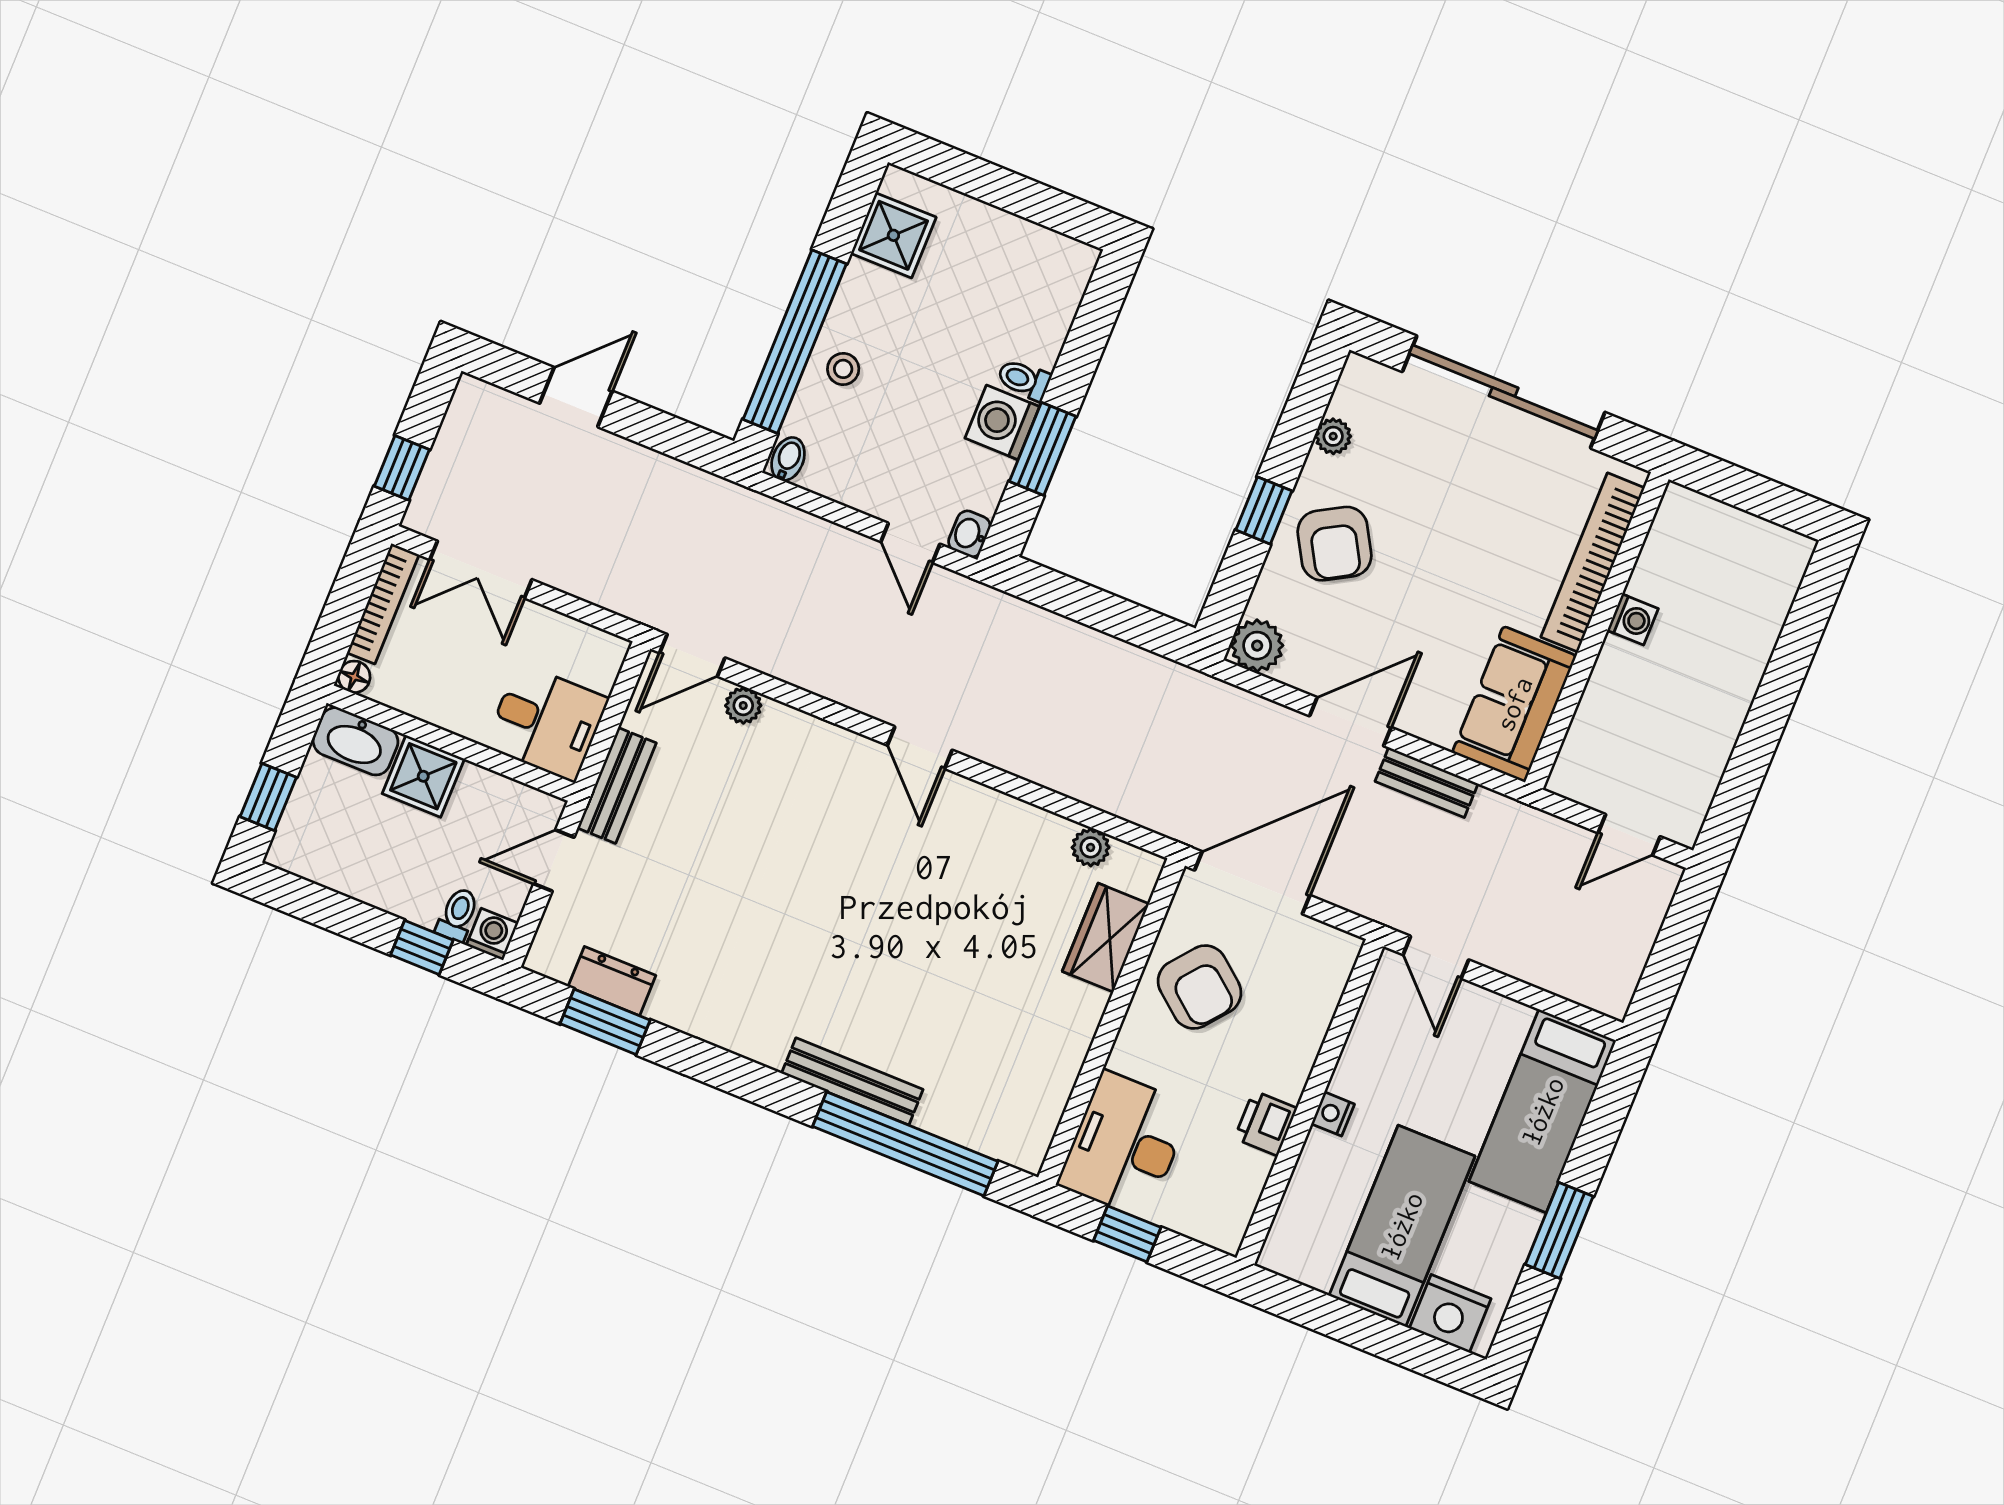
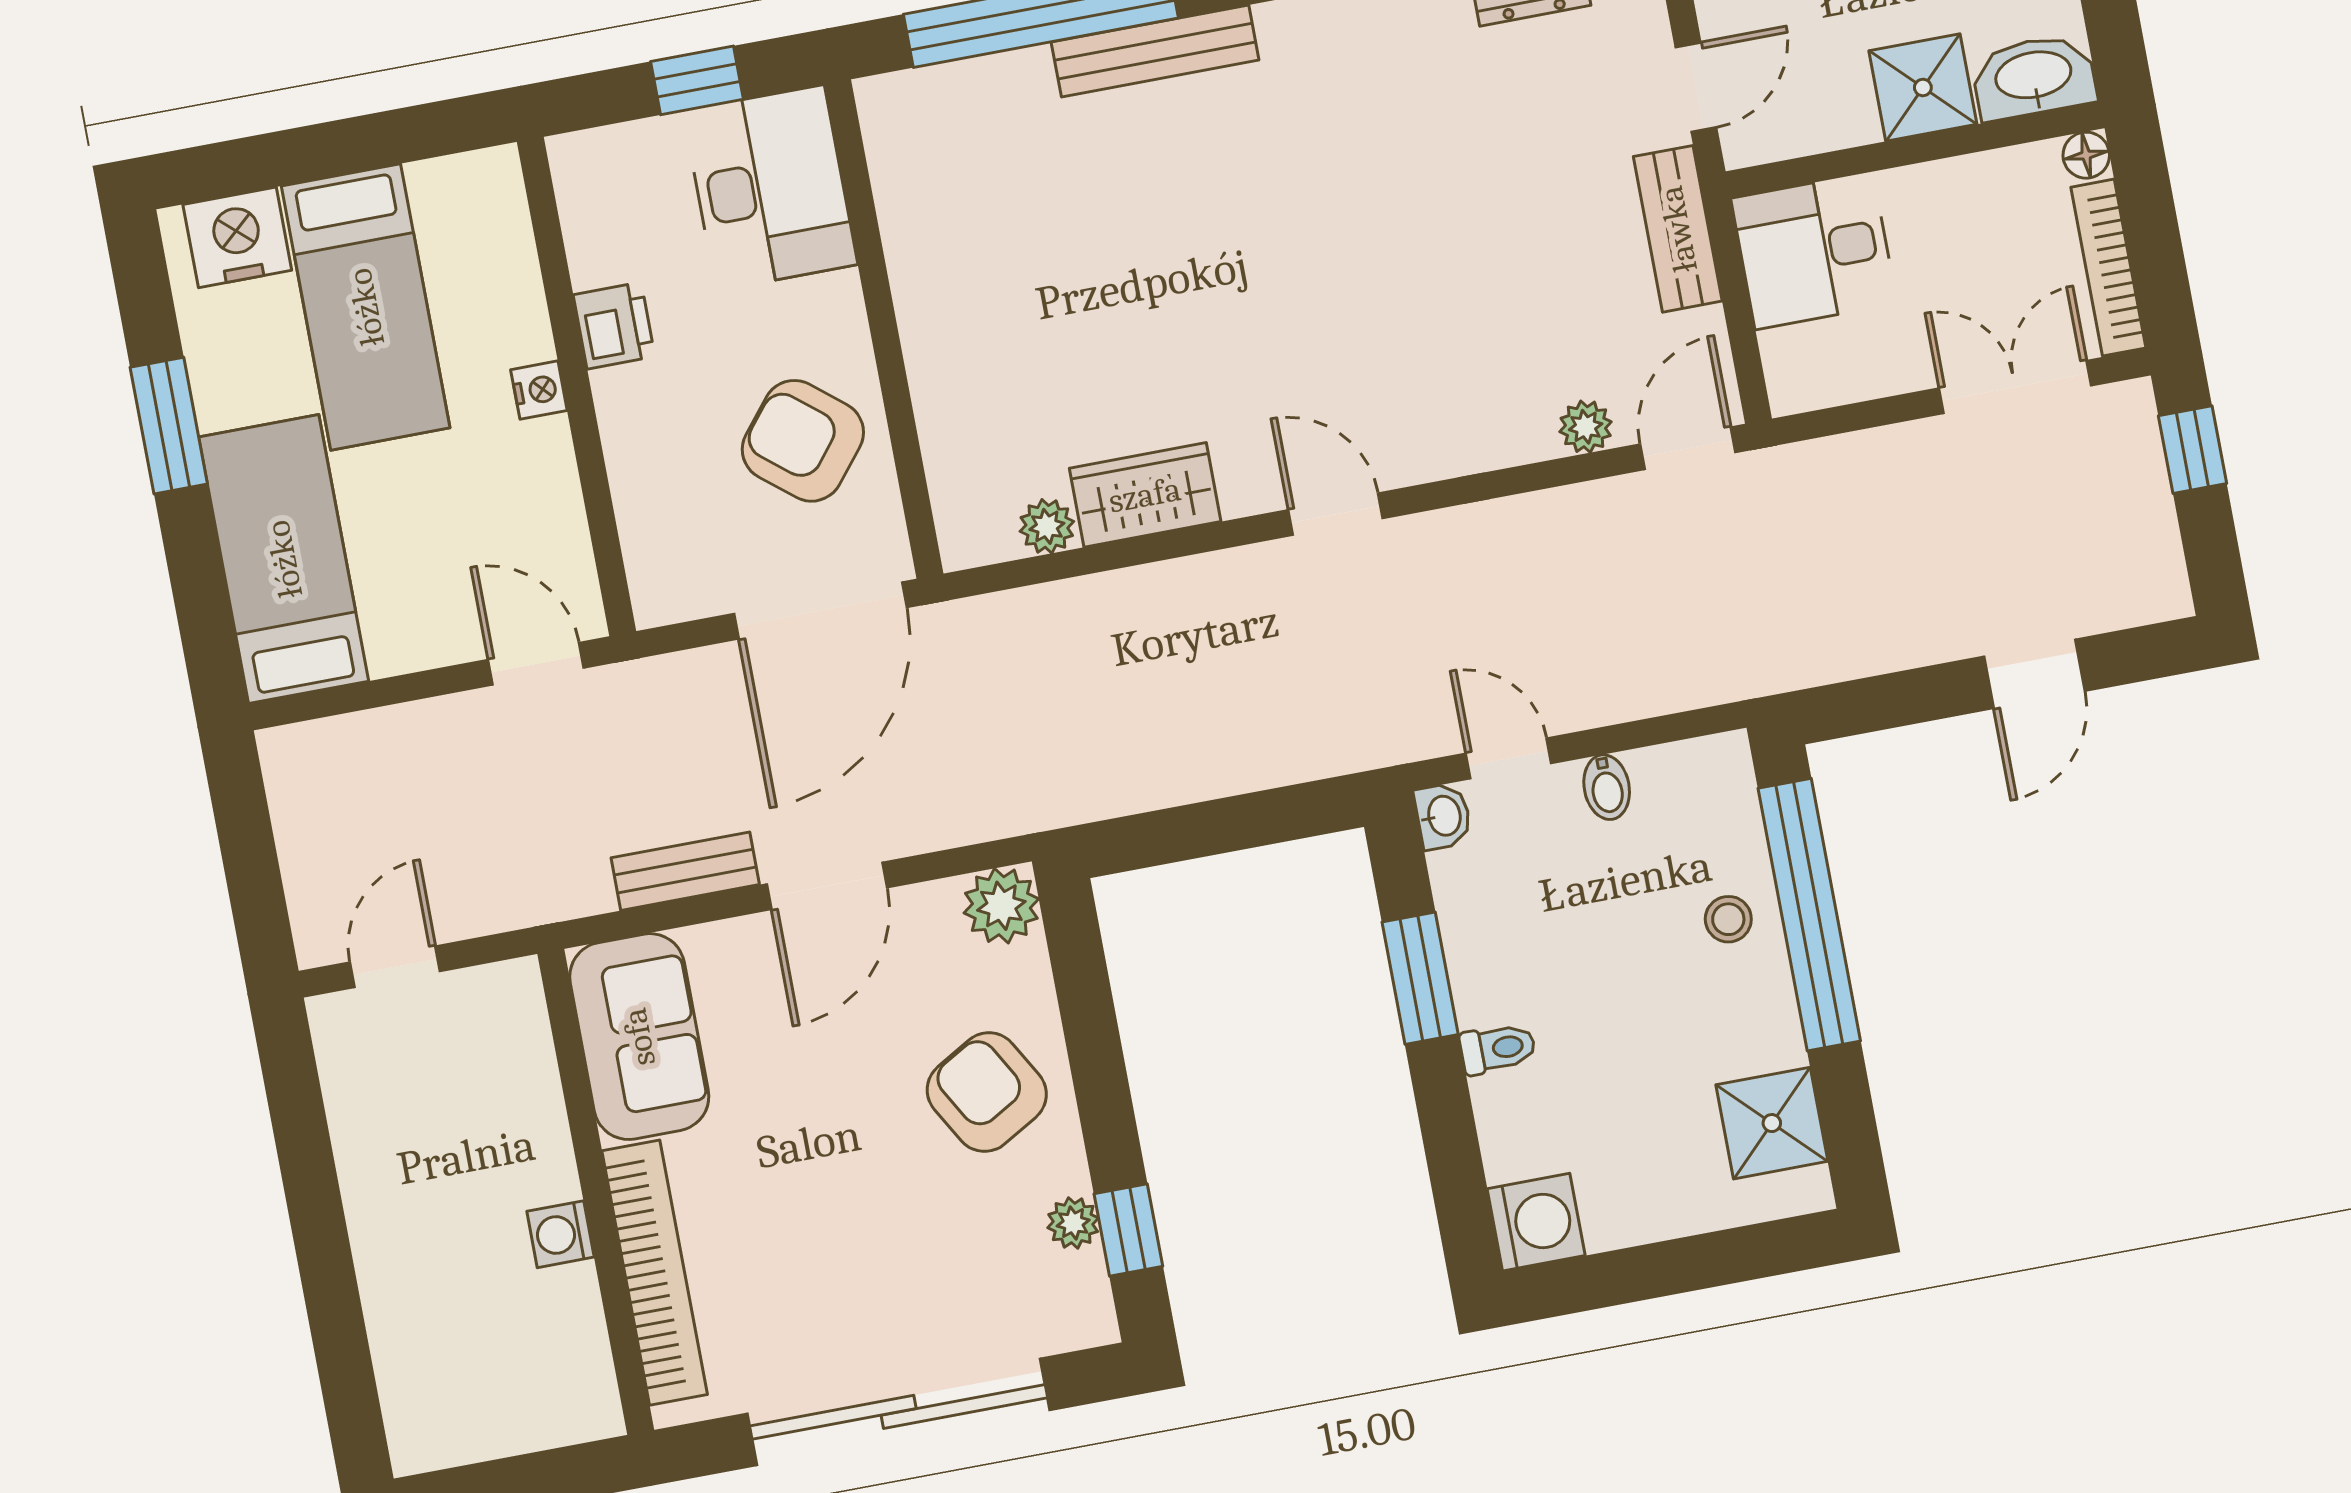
washing machine: (1002, 422) -> (1536, 1222), moved
bidet: (788, 459) -> (1607, 787), moved
window: (1264, 510) -> (1128, 1230), moved
wardrobe: (1106, 938) -> (1145, 495), moved, turned -90

